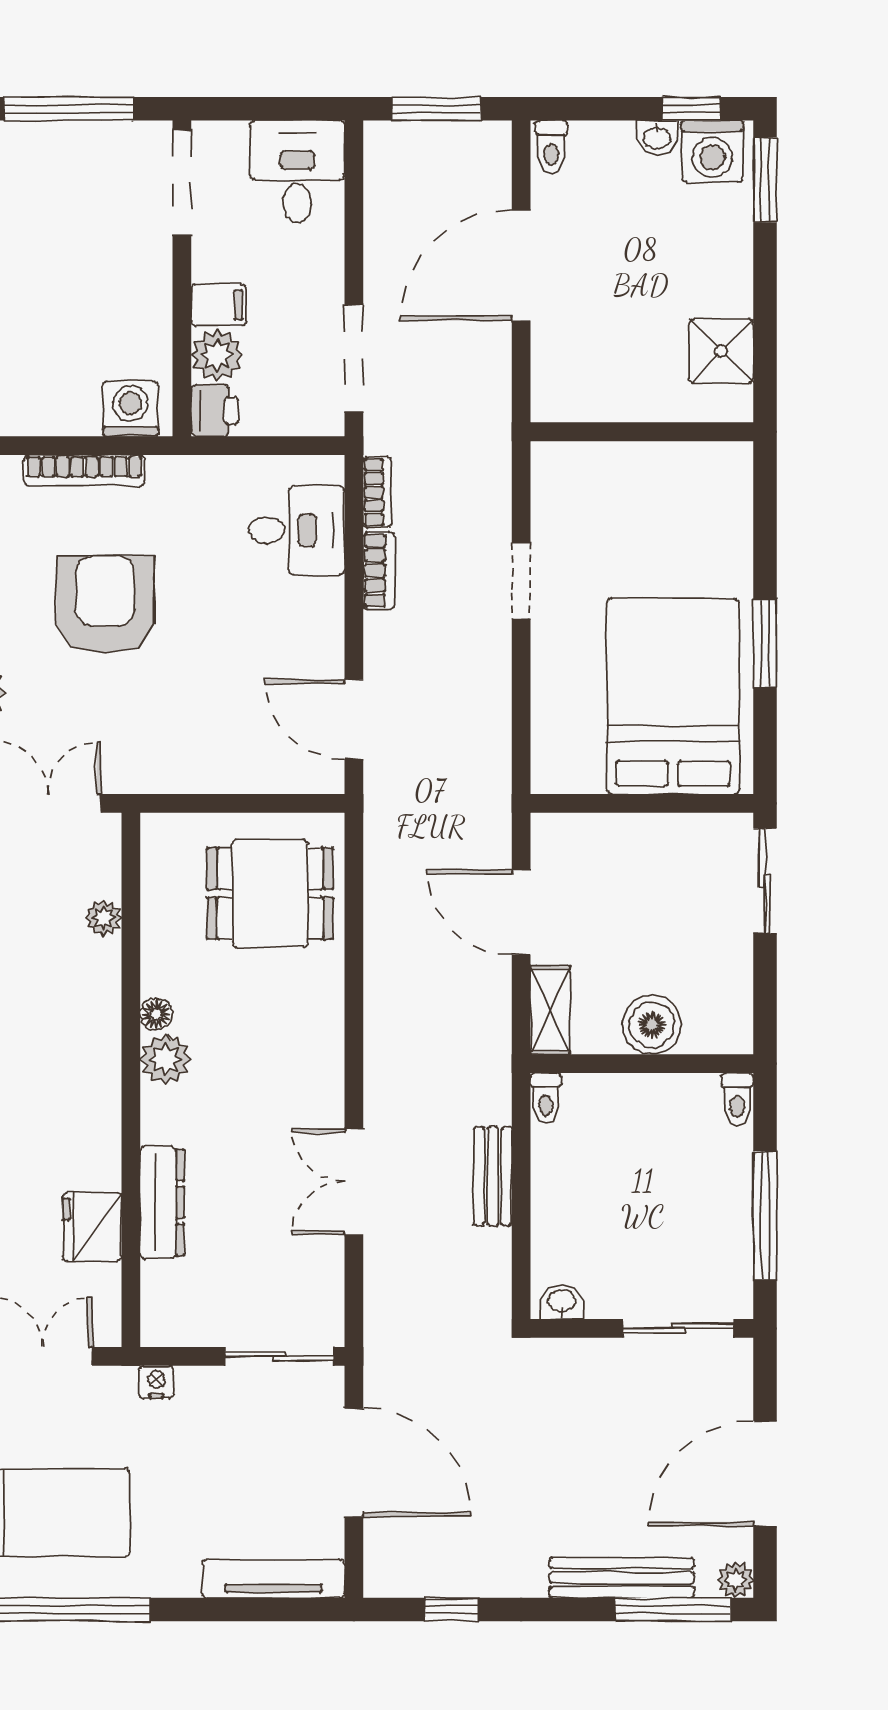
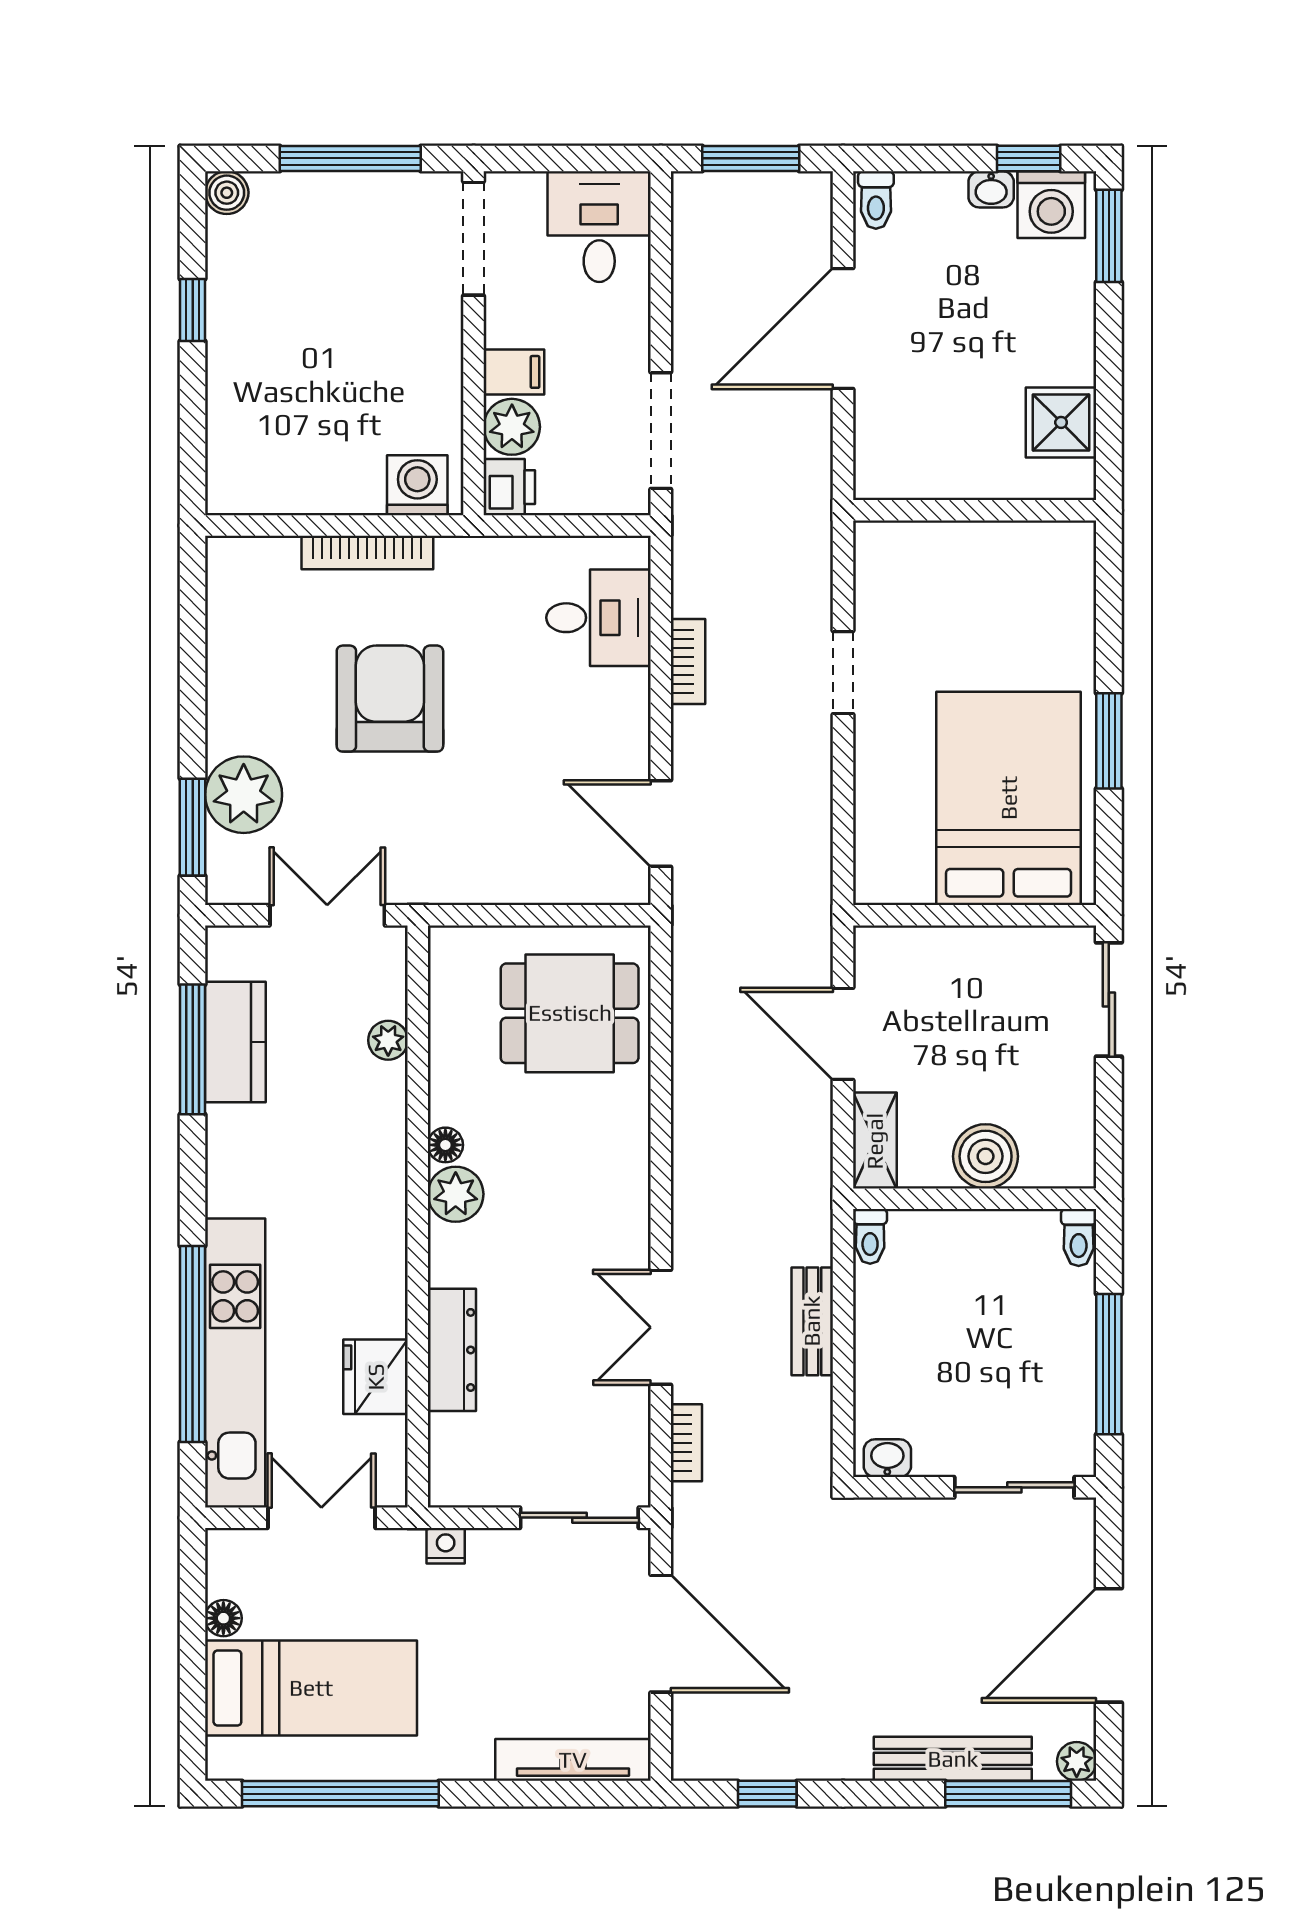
bookcase: (377, 492) -> (686, 1443), moved

